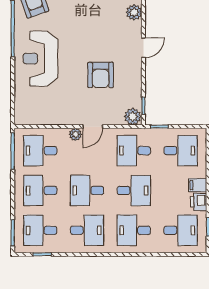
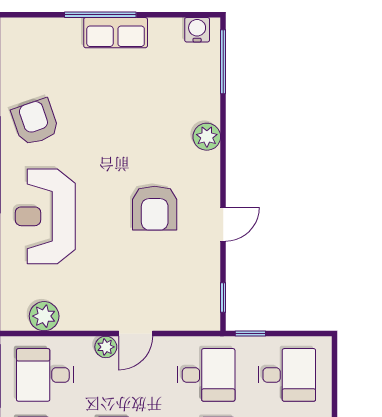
door: (143, 48) -> (223, 224), moved
armchair: (101, 75) -> (155, 208), moved
plant: (133, 117) -> (44, 316), moved
desk: (134, 151) -> (206, 375), turned 180

